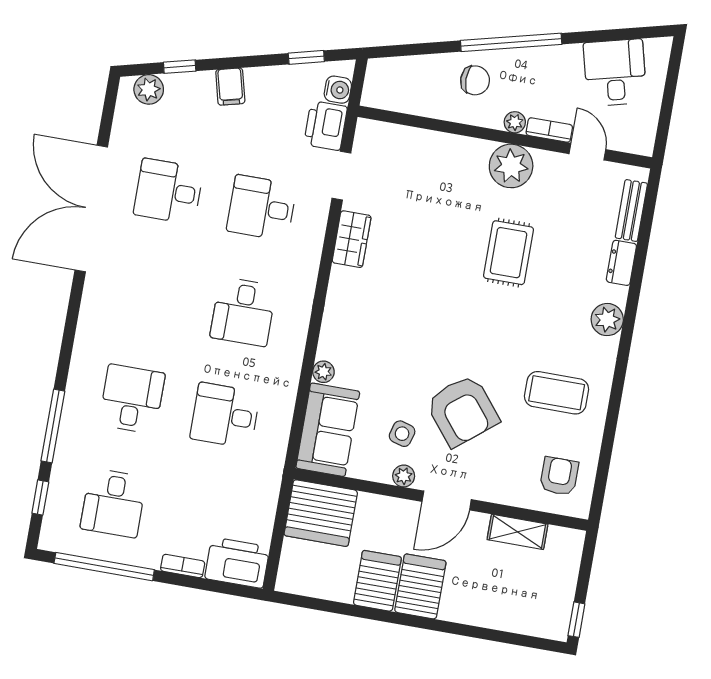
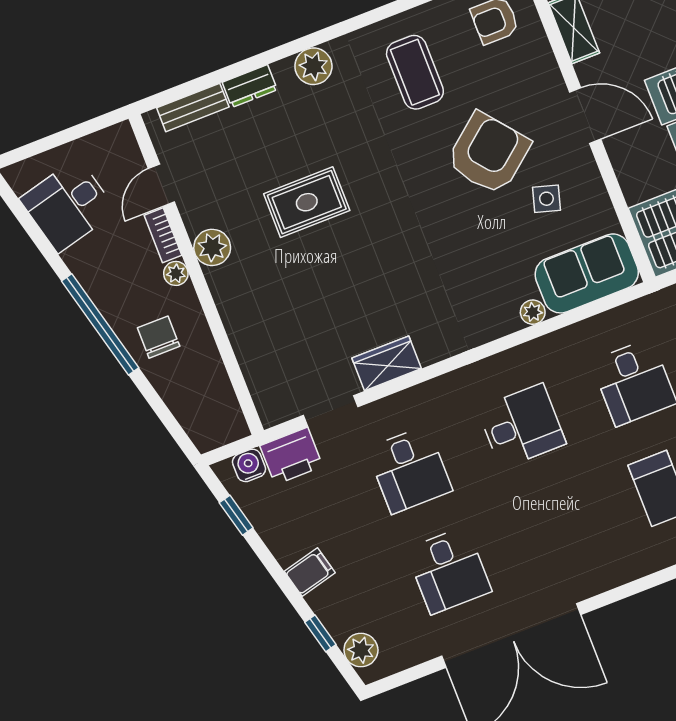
plant: (511, 166) -> (212, 247), width x0.73, depth x0.73
plant: (404, 476) -> (587, 172), removed

